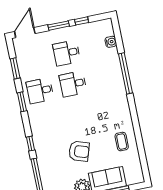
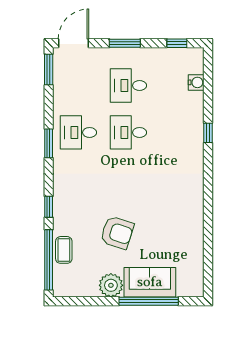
window: (82, 21) -> (177, 43), moved
window: (15, 68) -> (49, 70), moved
window: (125, 73) -> (208, 133), width x0.32
coffee table: (122, 142) -> (64, 250), moved

